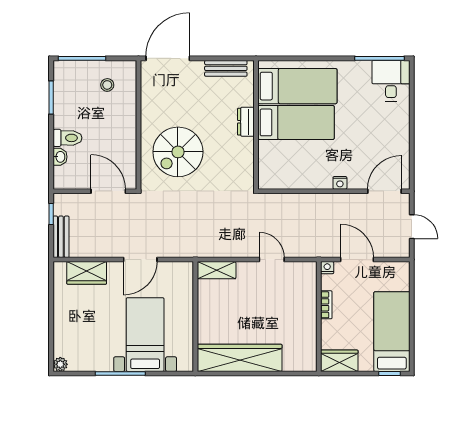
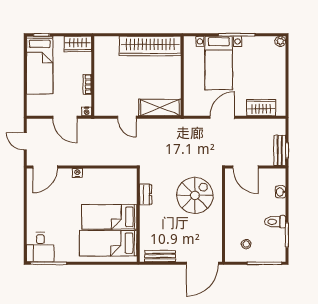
dresser: (246, 122) -> (146, 195), moved
toilet: (67, 138) -> (275, 222), moved
bench: (61, 237) -> (280, 150), moved
shelving: (217, 270) -> (160, 108), width x1.50, depth x1.33

